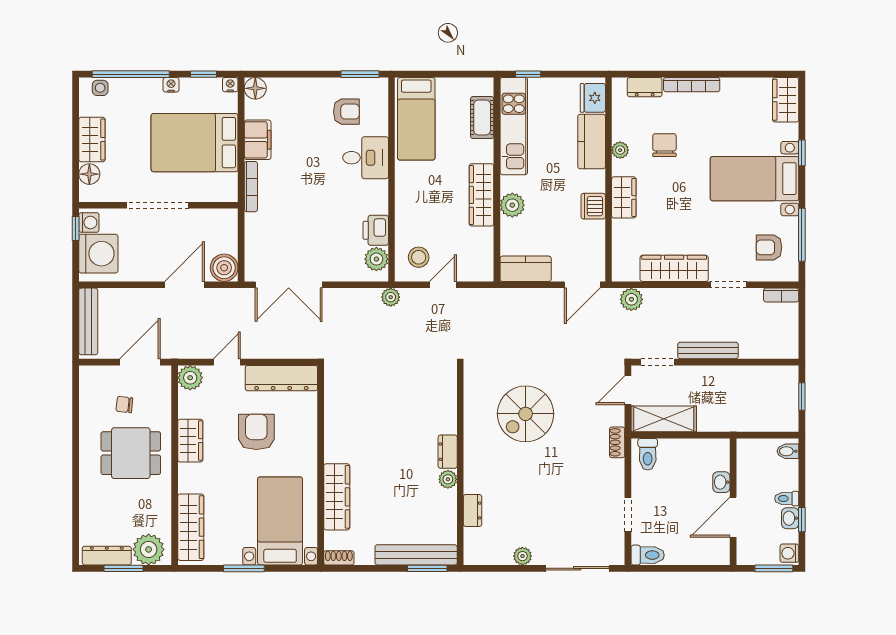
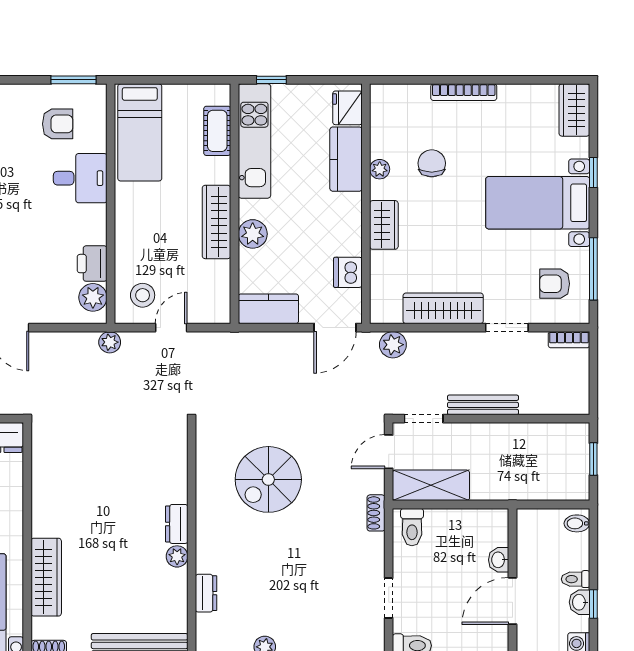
dresser: (645, 87) -> (408, 95), removed
dishwasher: (593, 206) -> (348, 272), moved

